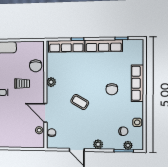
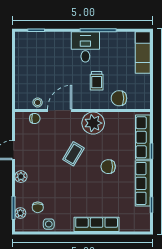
plant: (51, 82) -> (93, 123), width x1.88, depth x1.88
chair: (112, 89) -> (108, 167), moved

